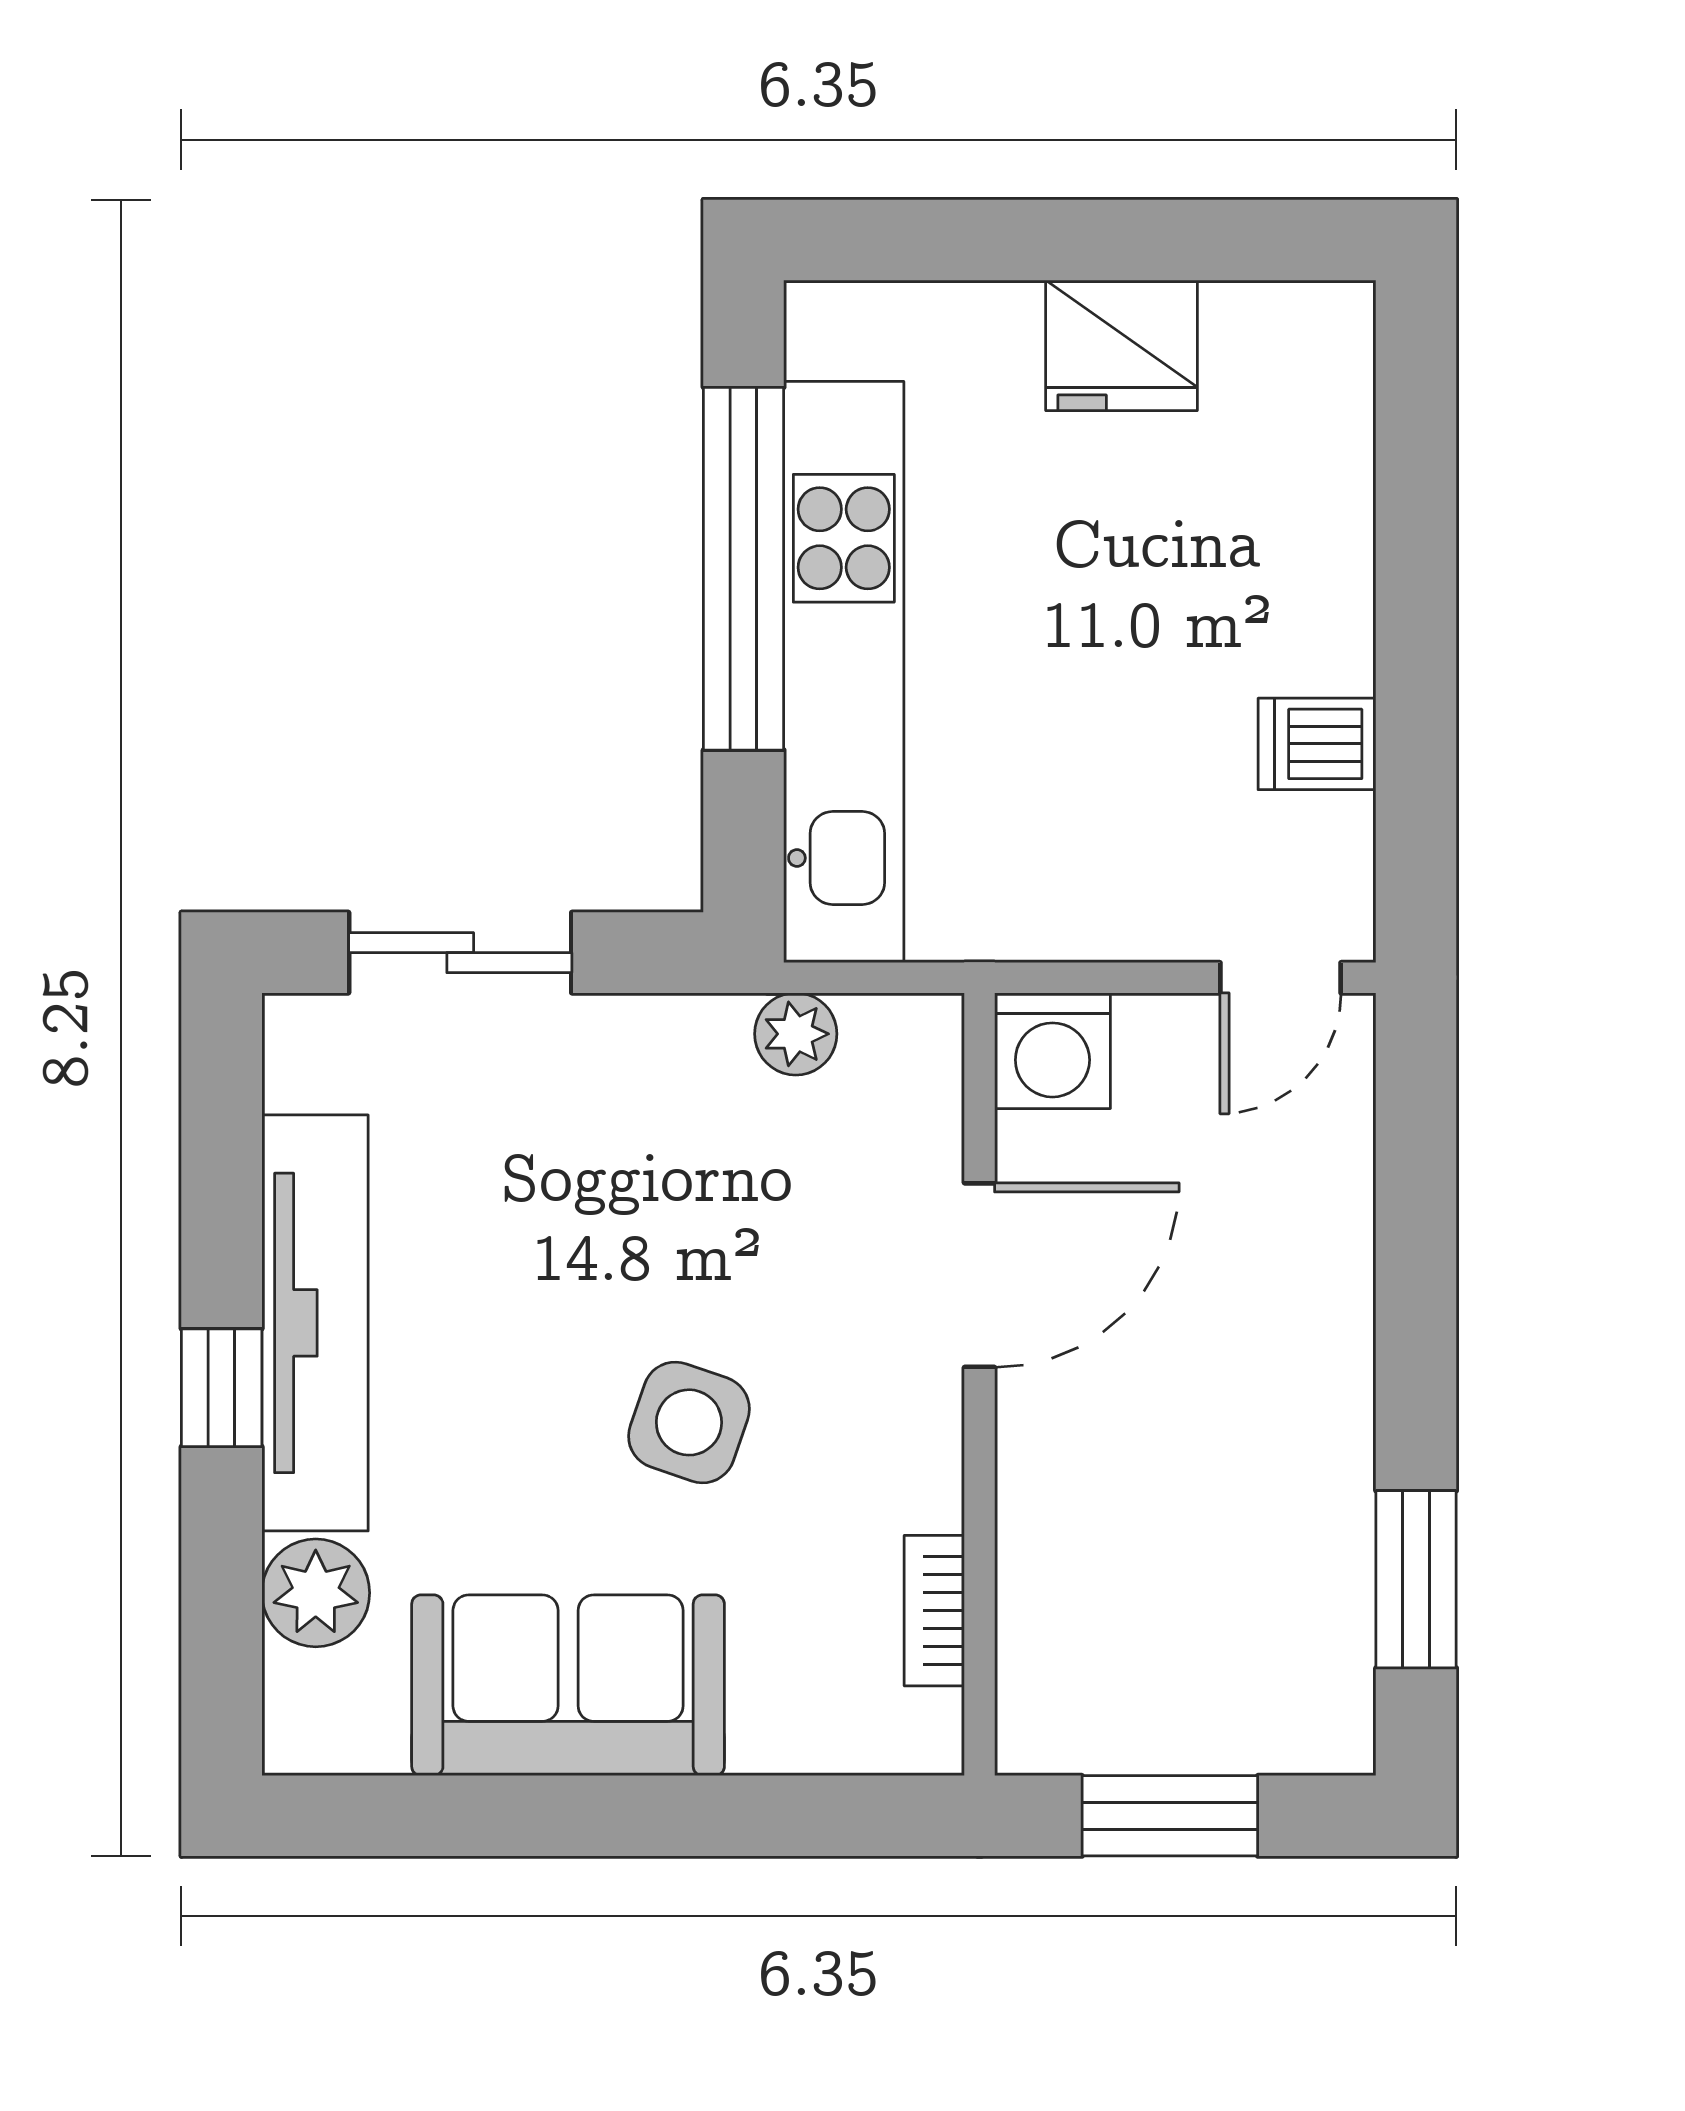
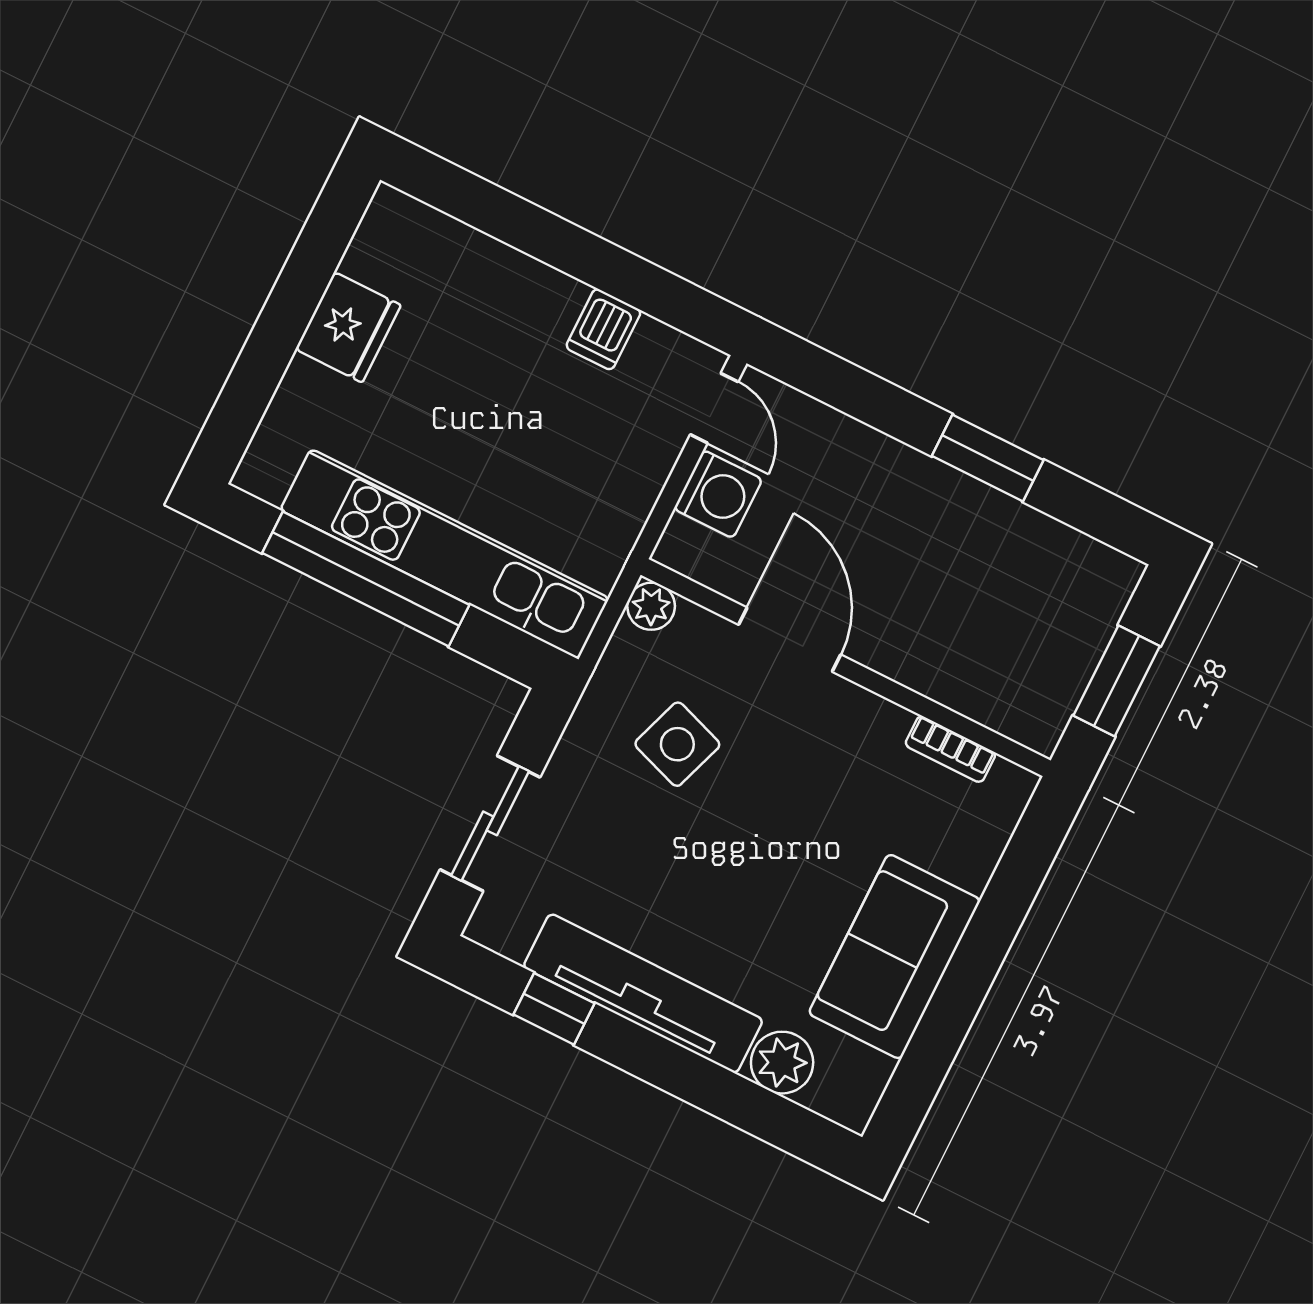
plant: (796, 1034) -> (651, 606), moved
washing machine: (1052, 1051) -> (718, 494), moved
window: (222, 1388) -> (554, 1009), moved
side table: (689, 1422) -> (677, 744), moved
window: (1416, 1579) -> (988, 458), moved

